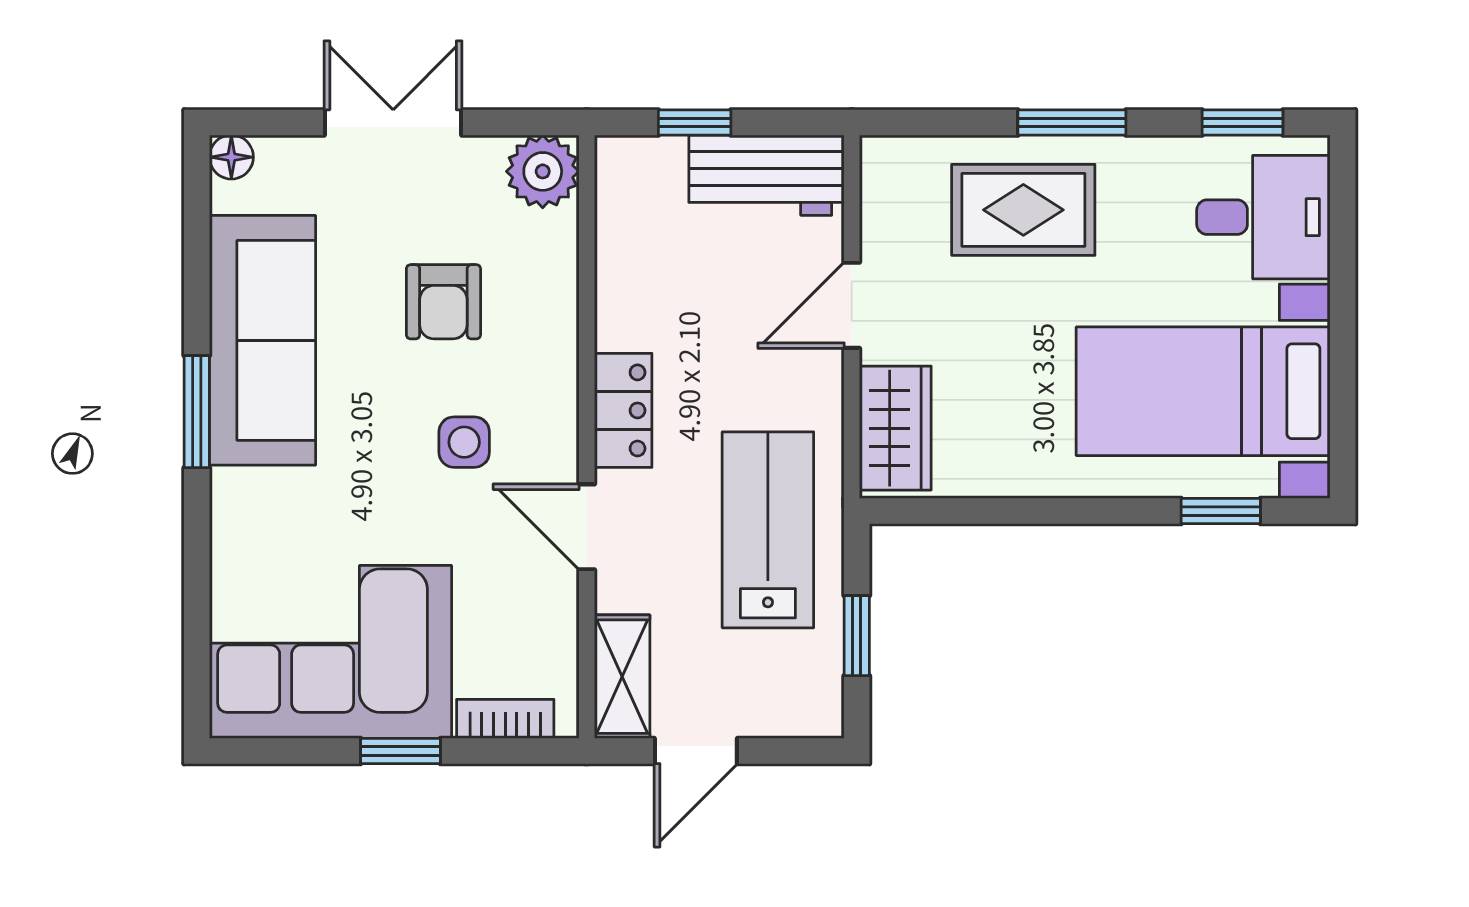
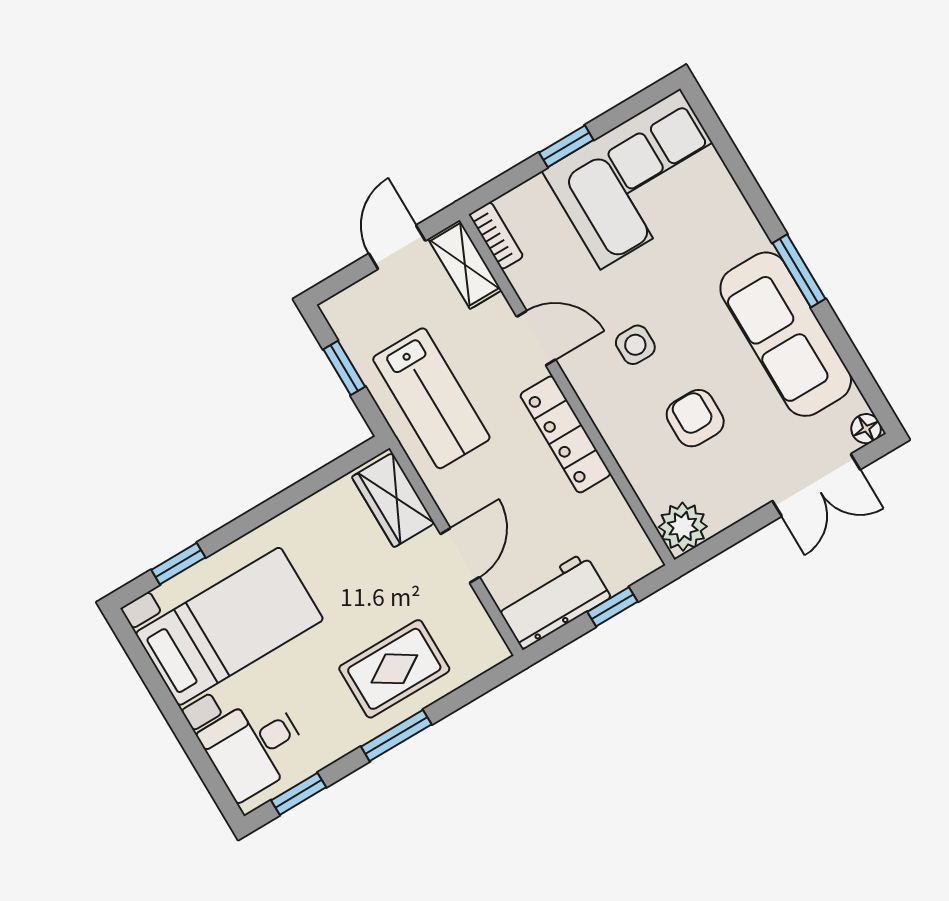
double door: (393, 122) -> (816, 485), moved
locker: (623, 410) -> (565, 434), width x1.53
bookcase: (505, 719) -> (496, 236), moved, turned -90

